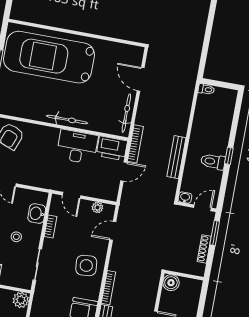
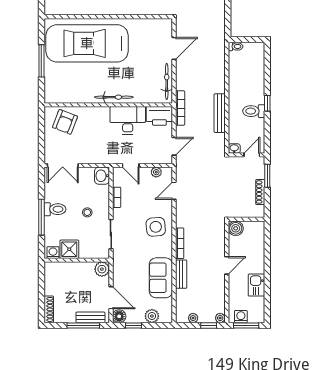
door: (141, 79) -> (174, 48), swing flipped
door: (124, 171) -> (174, 146), moved
washbasin: (37, 214) -> (102, 176), moved

